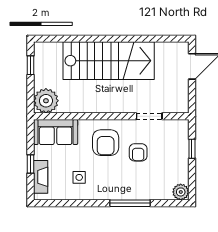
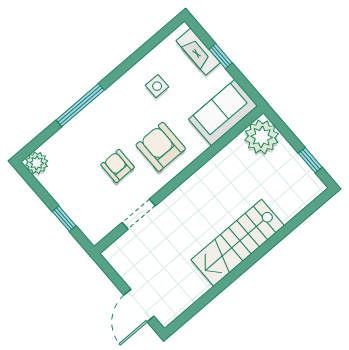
stairs: (109, 61) -> (238, 243), width x0.73, depth x0.66

